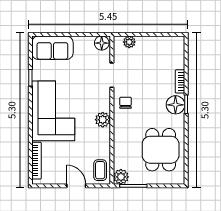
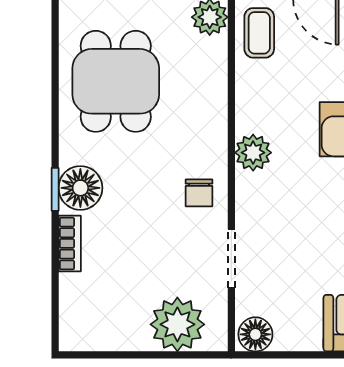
plant: (129, 42) -> (177, 324), width x1.88, depth x1.88

